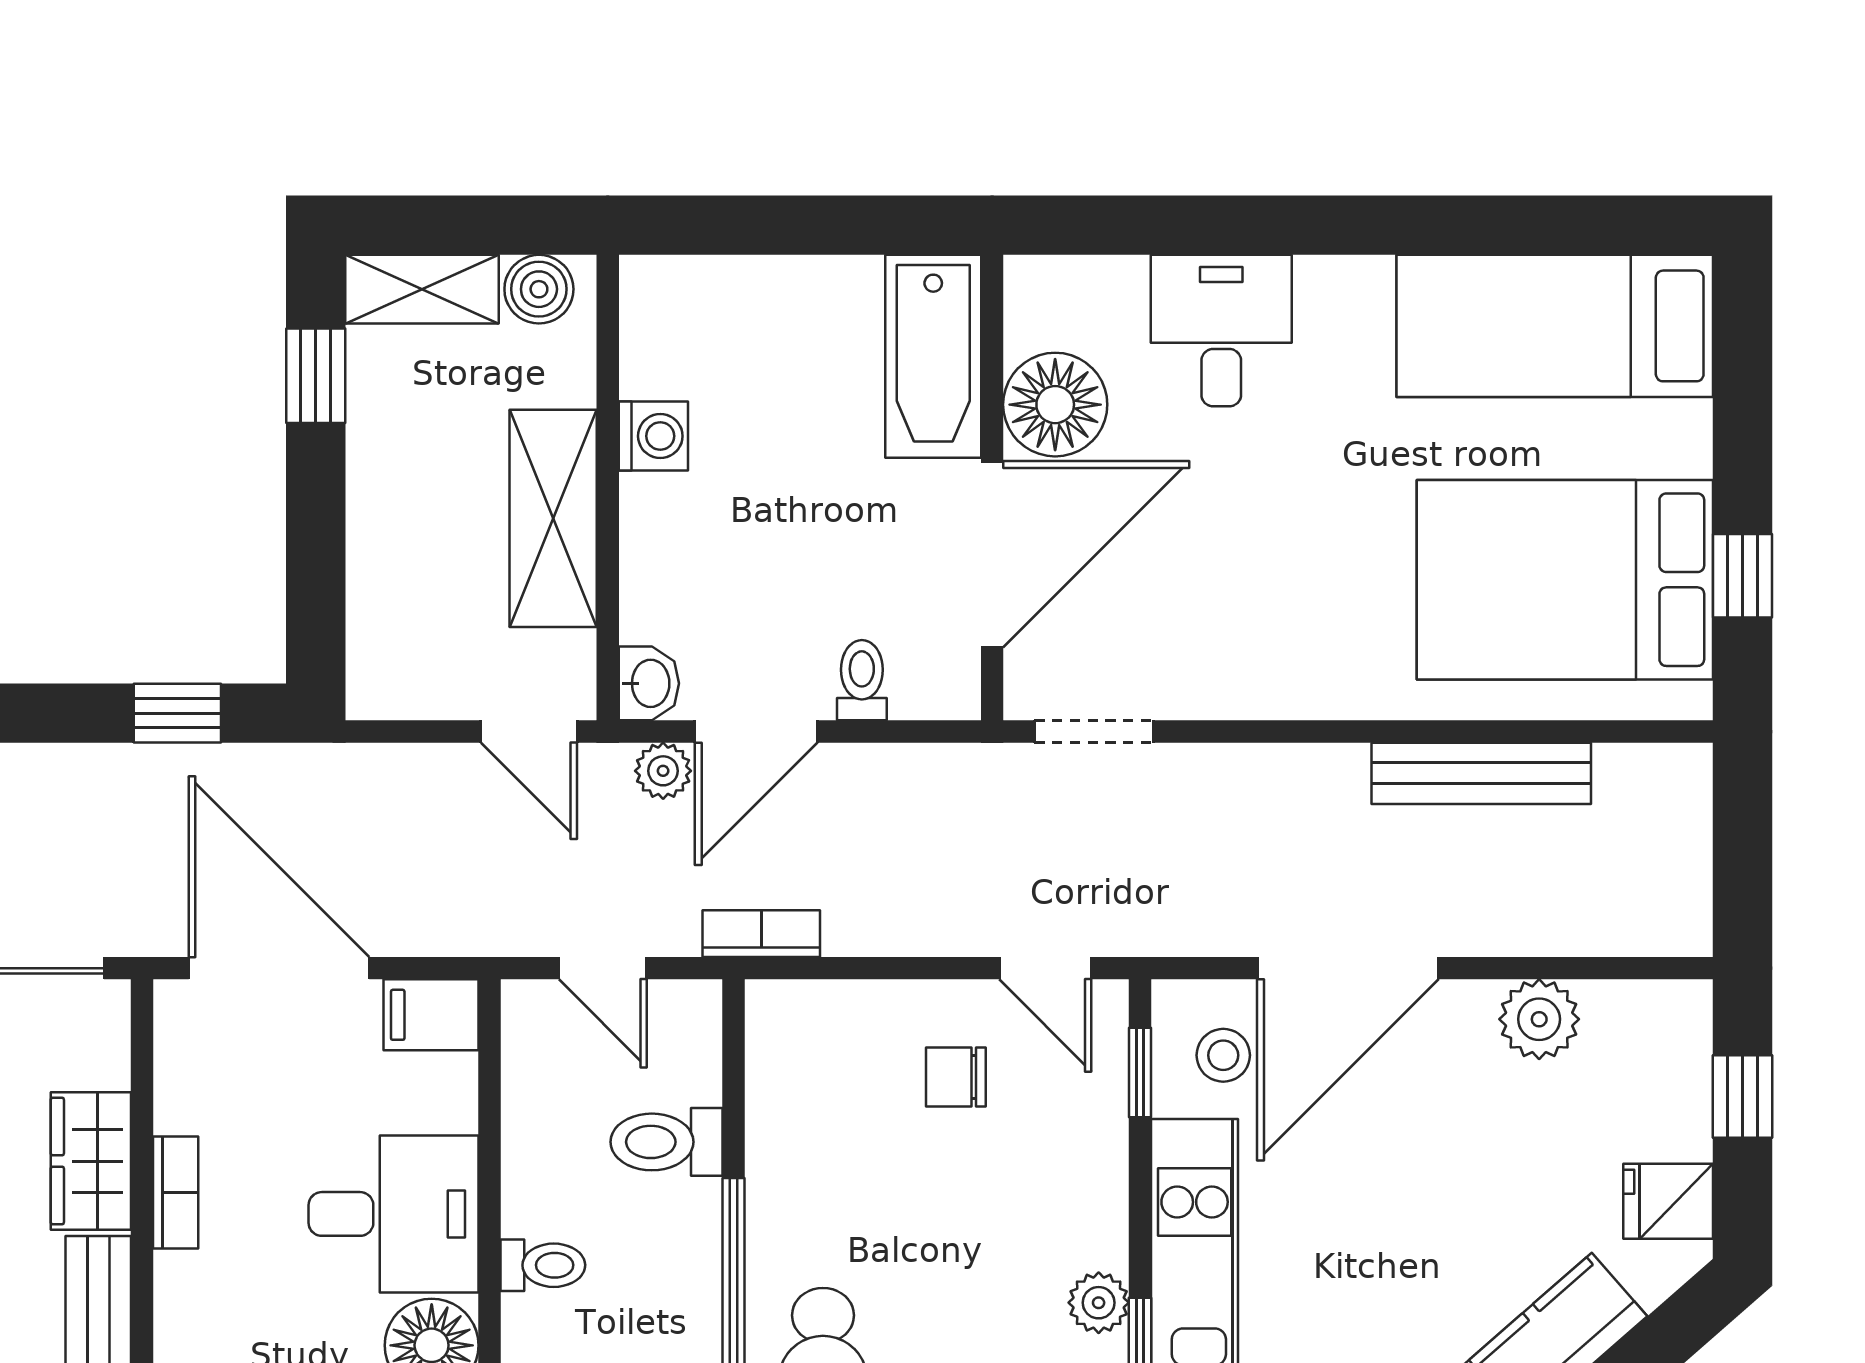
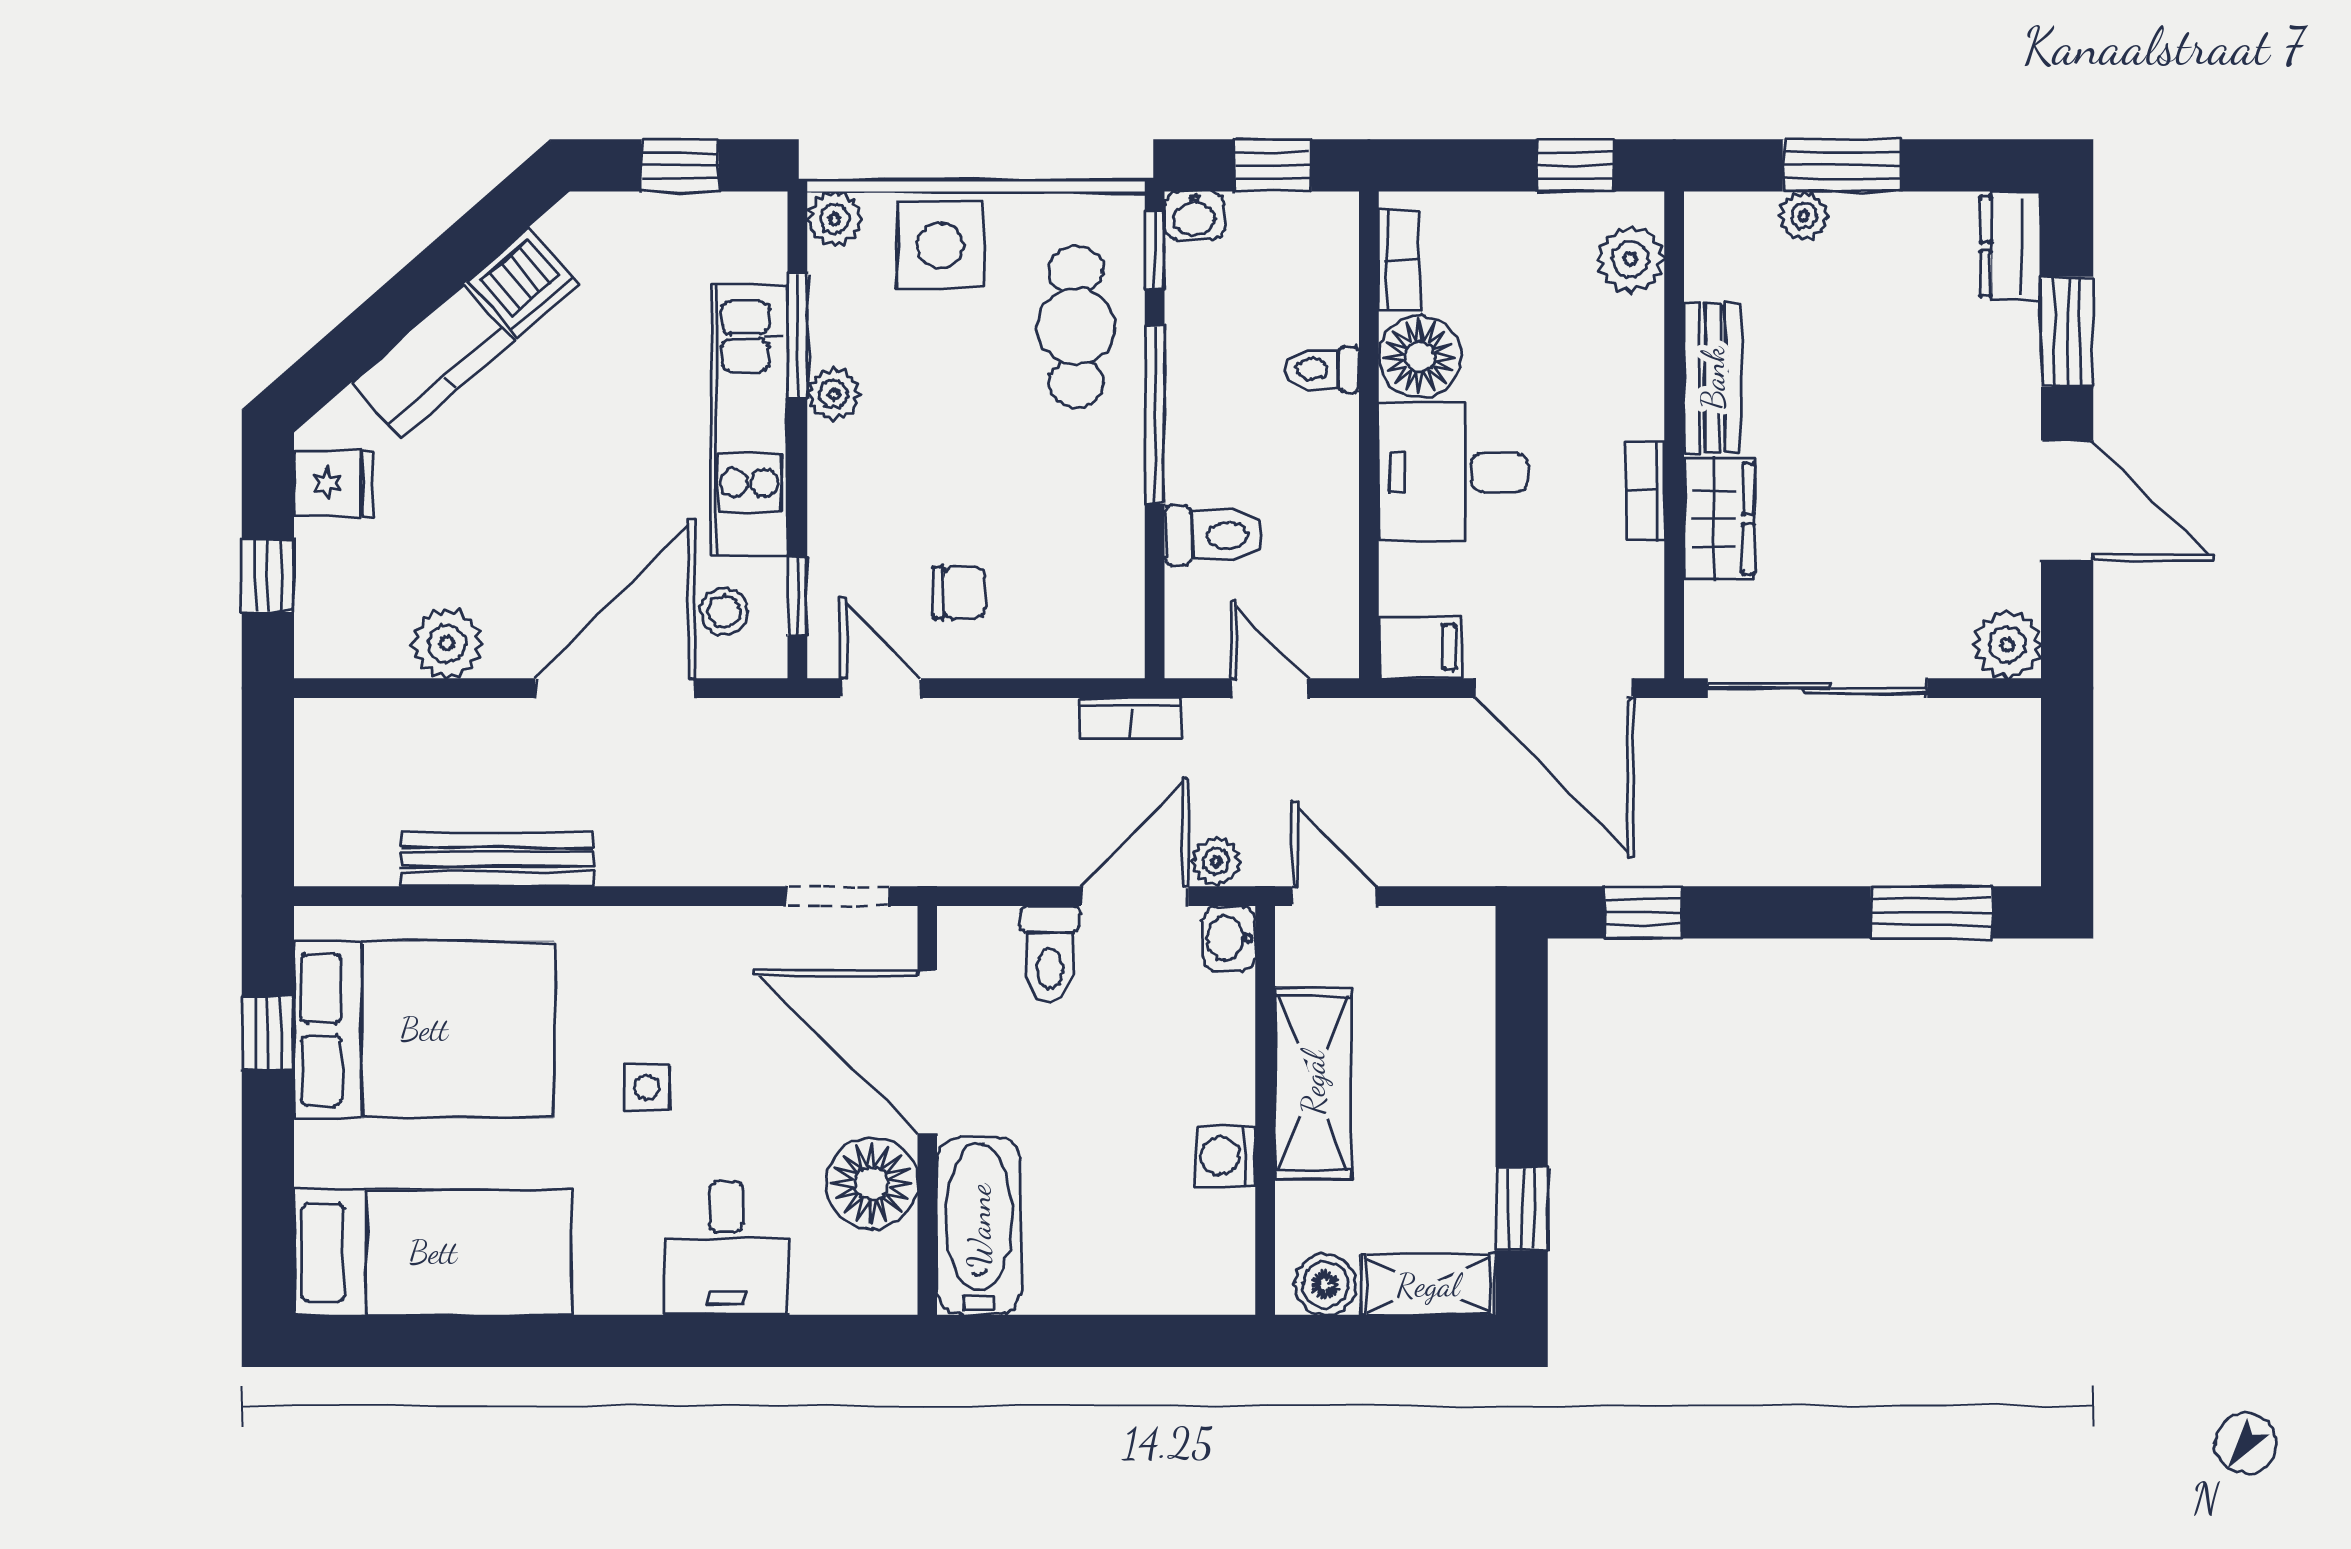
side table: (1312, 514) -> (646, 1088), added
door: (992, 554) -> (927, 1052), hinge flipped
toilet: (862, 680) -> (1050, 955), width x1.37, depth x1.39
toilet: (543, 1265) -> (1322, 369), moved

